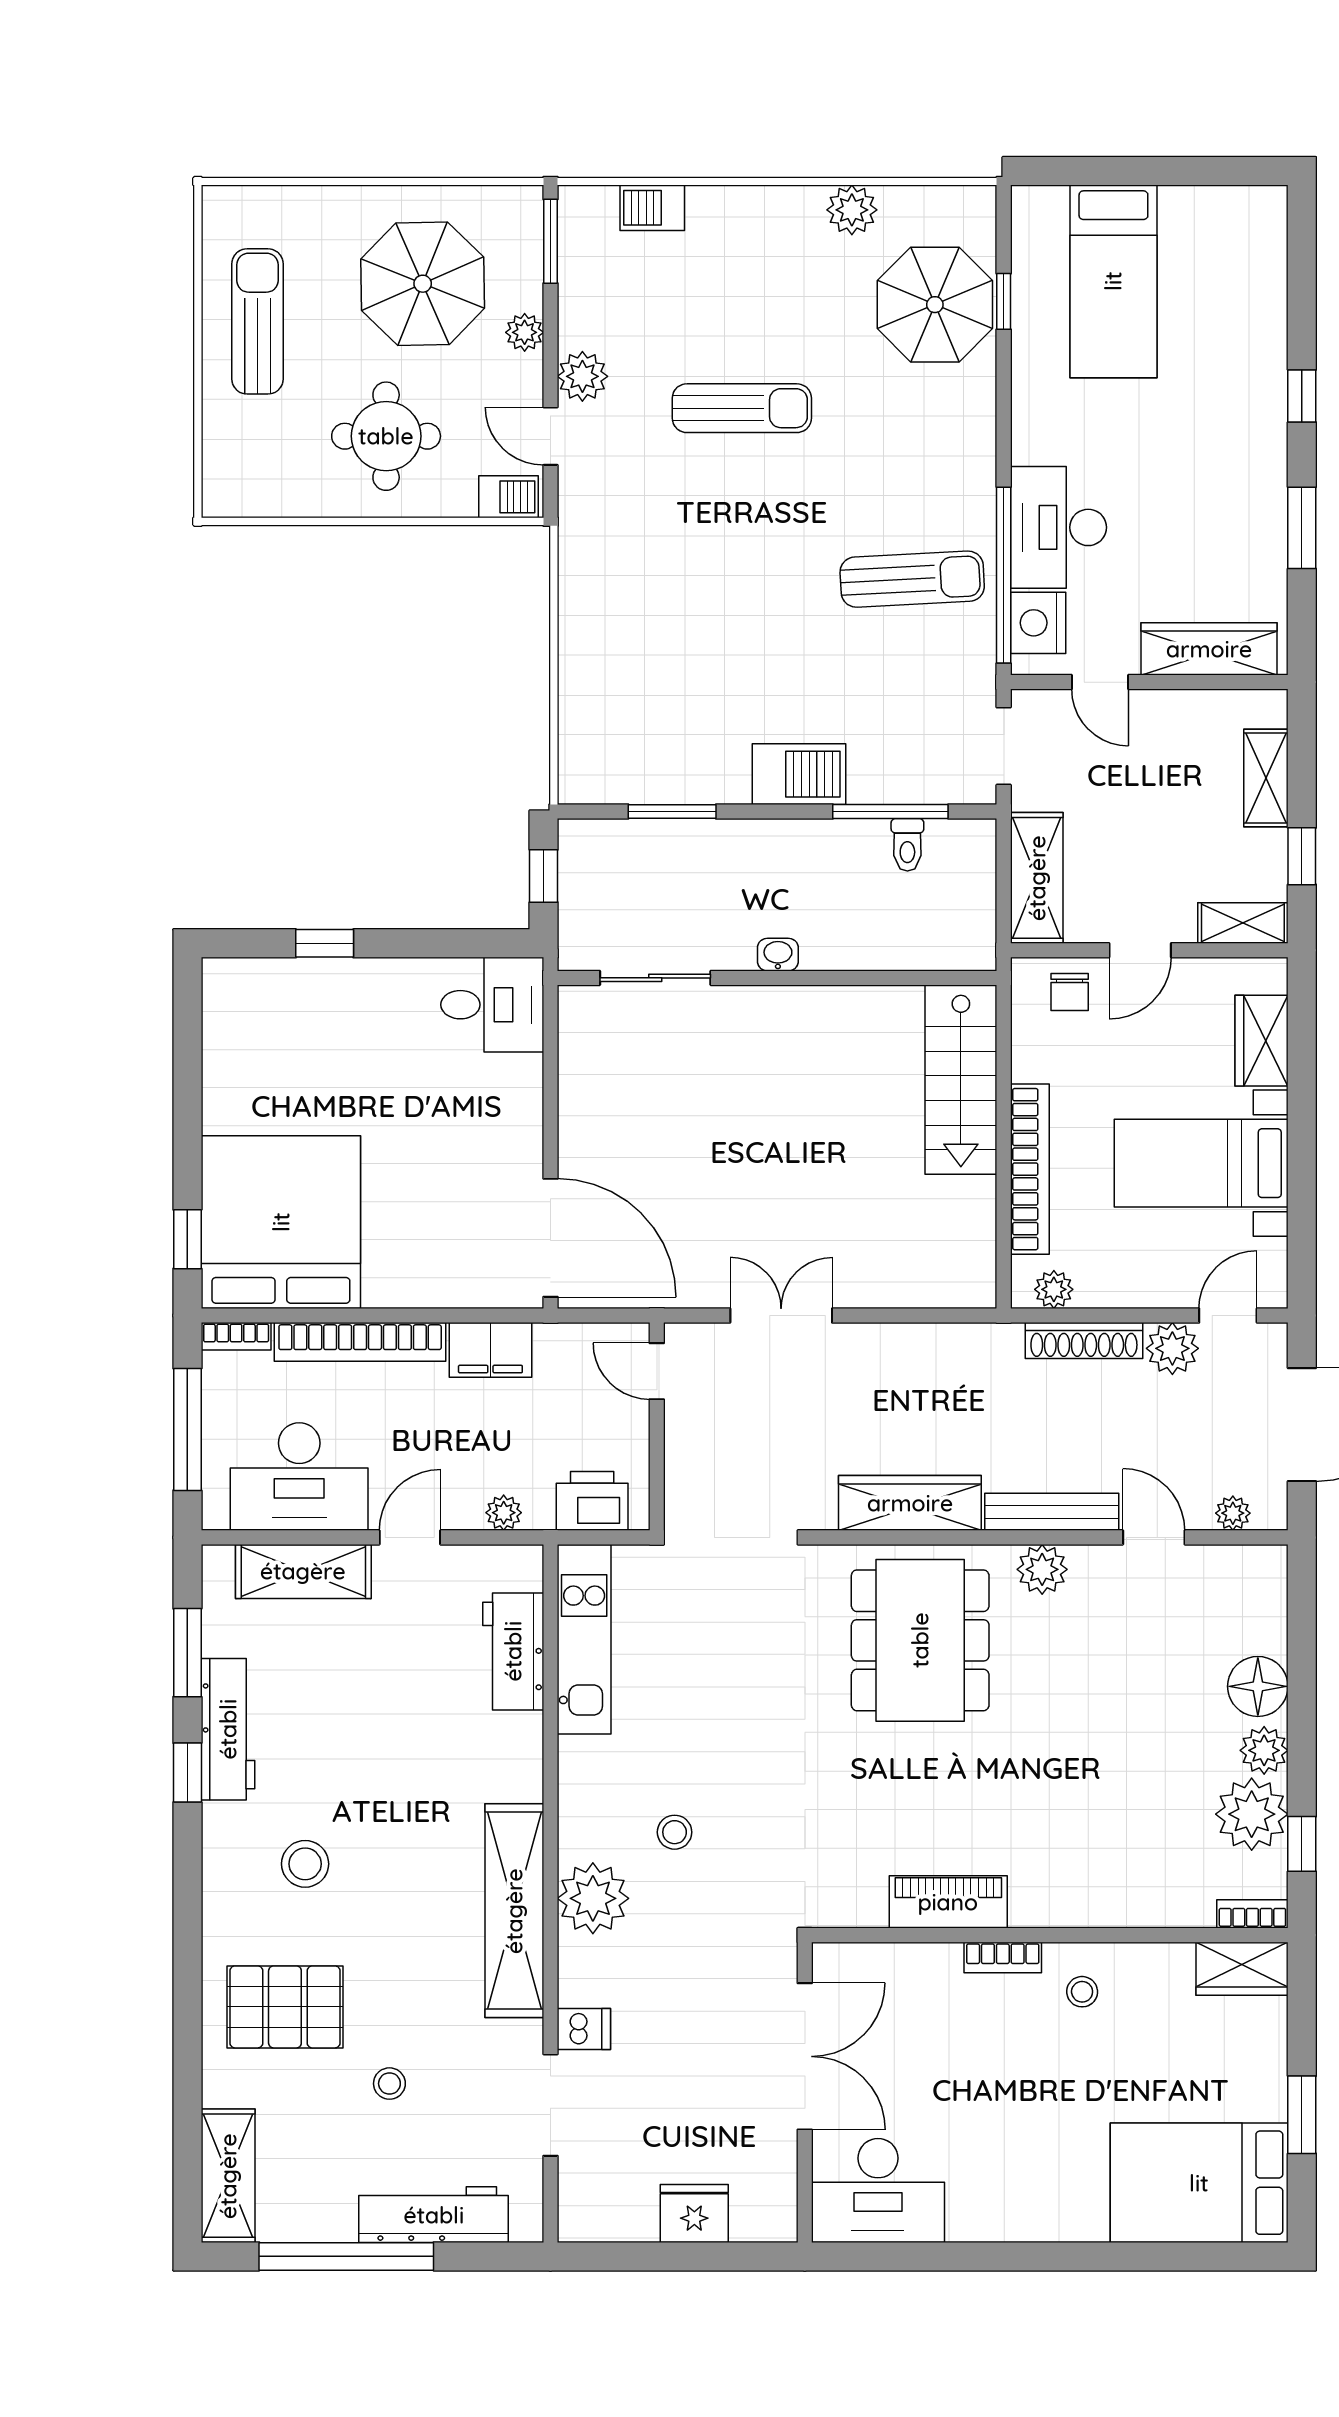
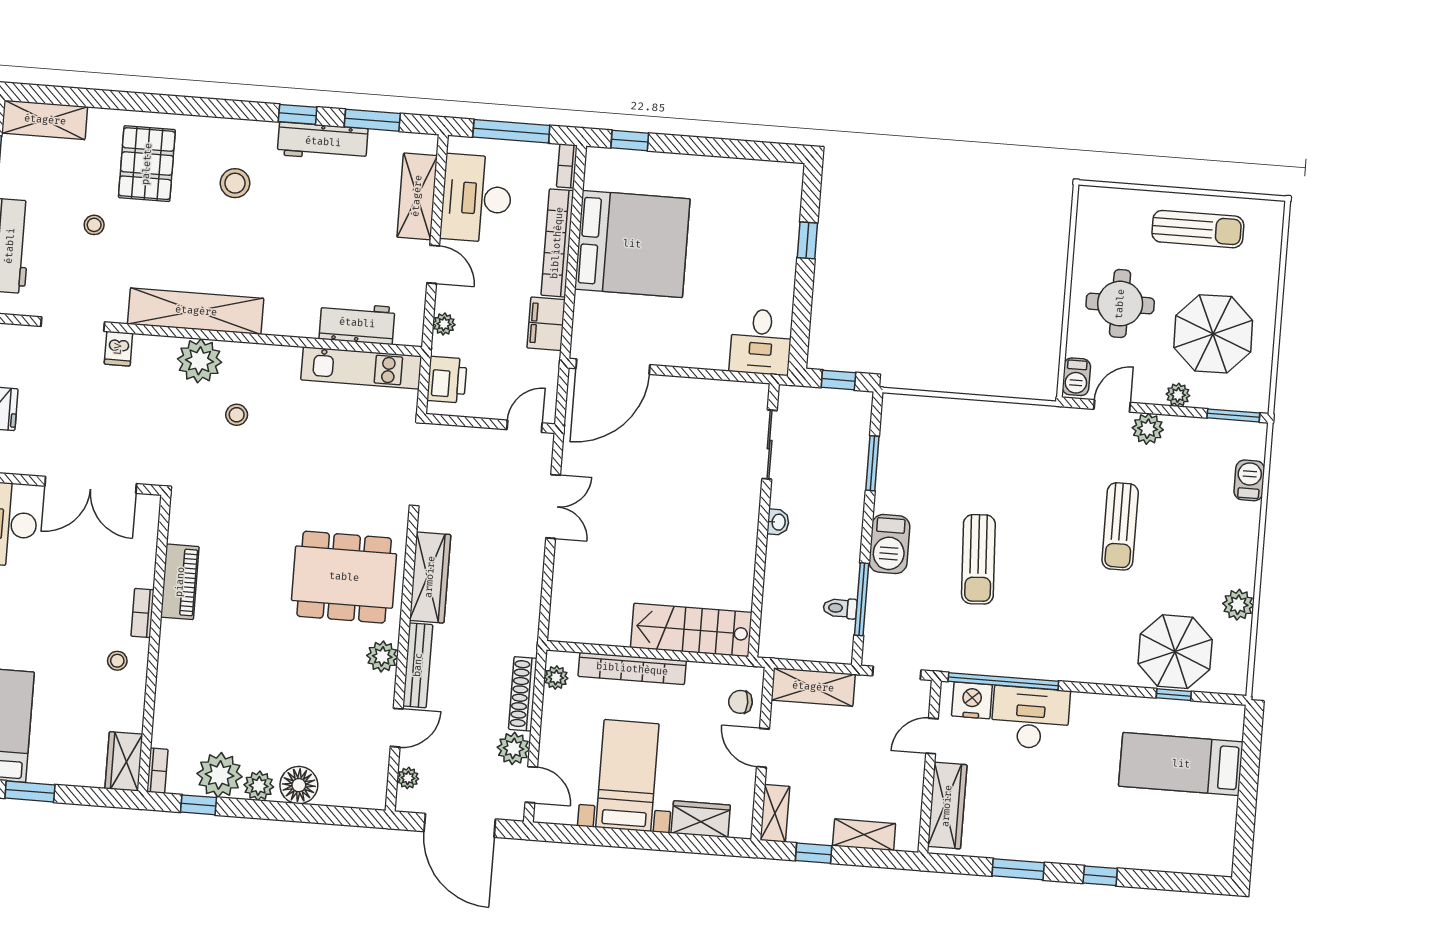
sun lounger: (912, 579) -> (978, 559), moved
bed: (281, 1222) -> (632, 244), moved

